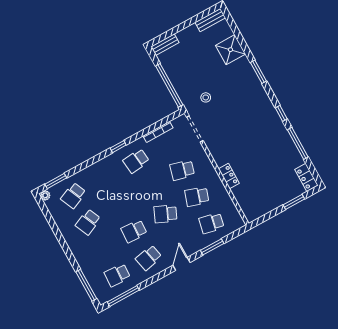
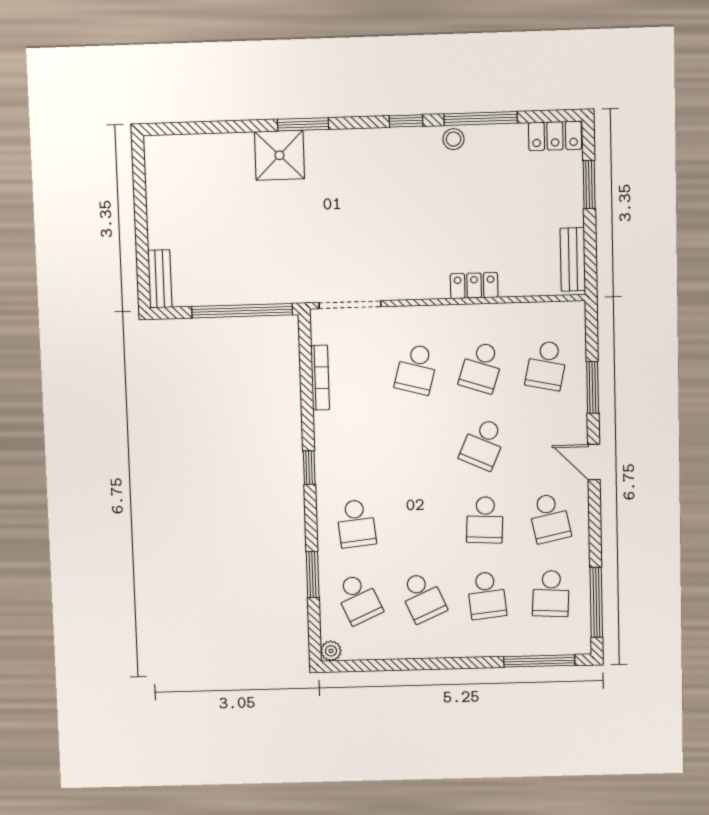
bench: (210, 20) -> (573, 259), moved
shower: (230, 50) -> (279, 155), moved
stool: (206, 97) -> (453, 139), moved
school desk: (136, 161) -> (356, 523), moved
window: (56, 181) -> (313, 575), moved
school desk: (103, 249) -> (487, 595), added

